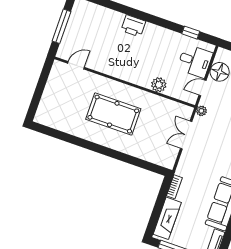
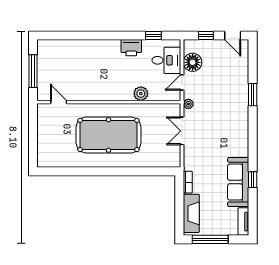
printer: (133, 26) -> (131, 48), moved
door: (76, 65) -> (59, 102), hinge flipped
pool table: (113, 114) -> (109, 135), width x1.36, depth x1.32

